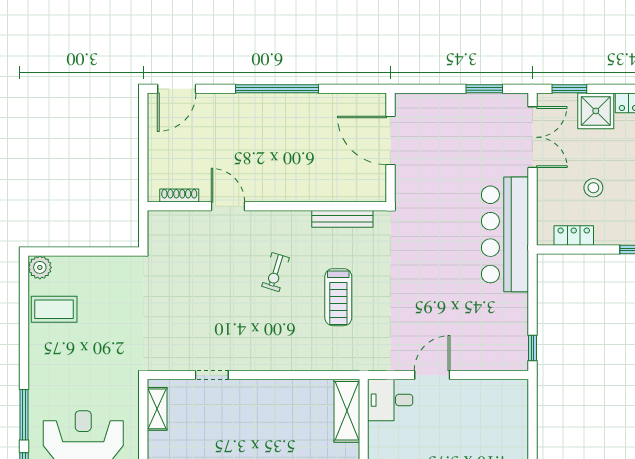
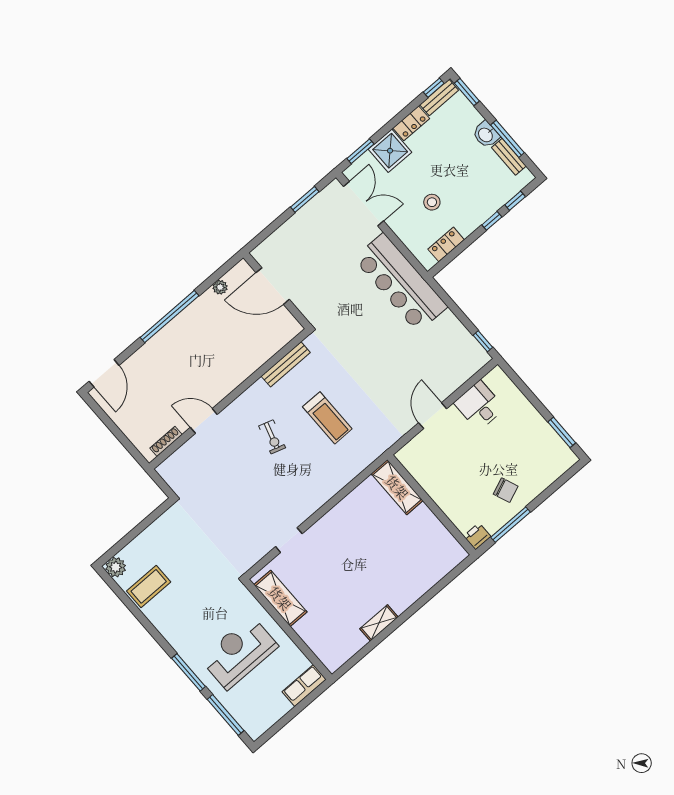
plant: (343, 102) -> (220, 287), added
desk: (390, 400) -> (479, 406), moved, turned 90
shelving: (157, 409) -> (280, 598), width x1.50, depth x1.33

